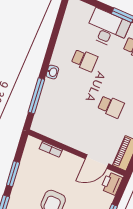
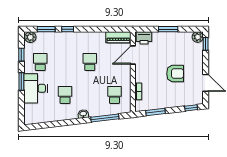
school desk: (59, 119) -> (115, 95), added
door: (97, 161) -> (133, 55), swing flipped
window: (13, 174) -> (156, 112), moved

